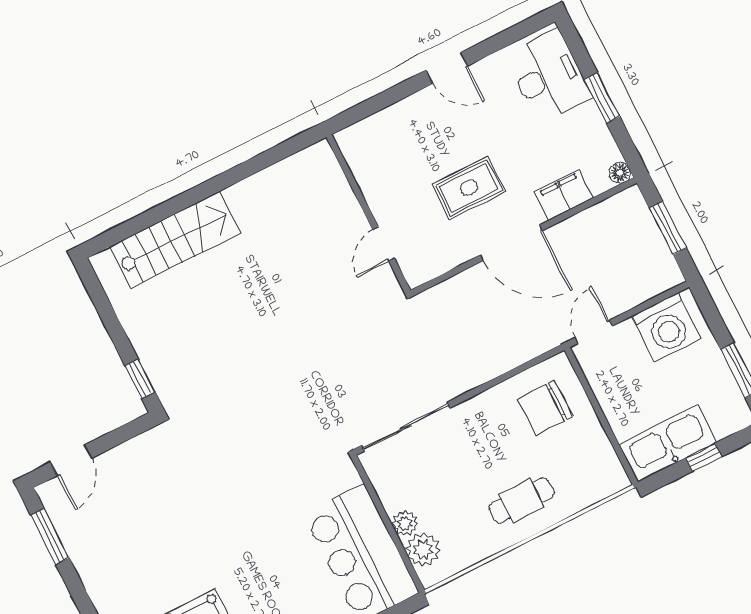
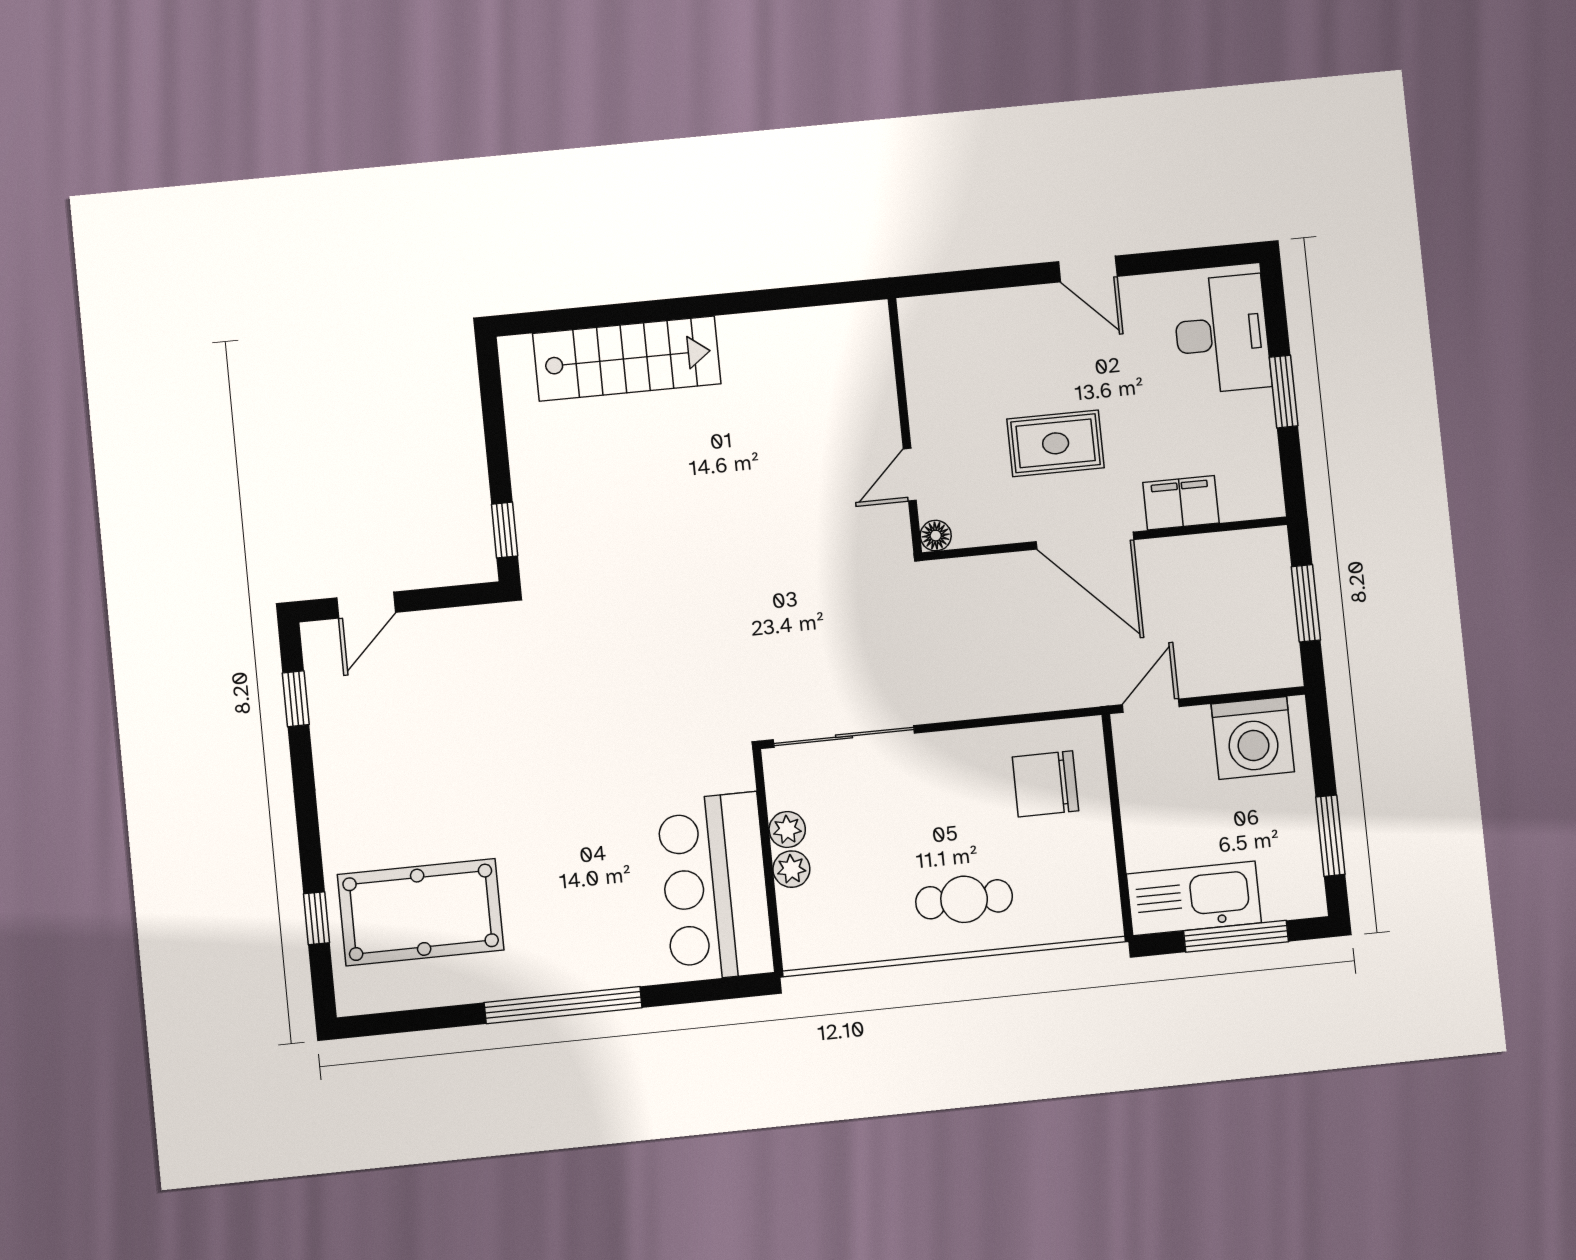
floor lamp: (620, 173) -> (936, 536), moved
window: (704, 457) -> (1236, 936), width x2.17
window: (50, 536) -> (296, 699), width x0.67
plant: (423, 550) -> (787, 829), moved, width x0.73, depth x0.73

